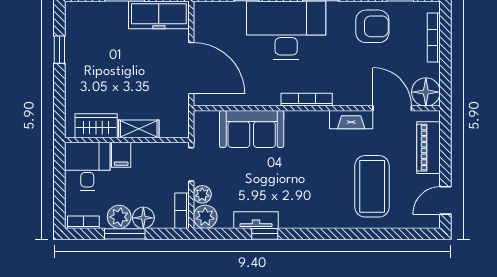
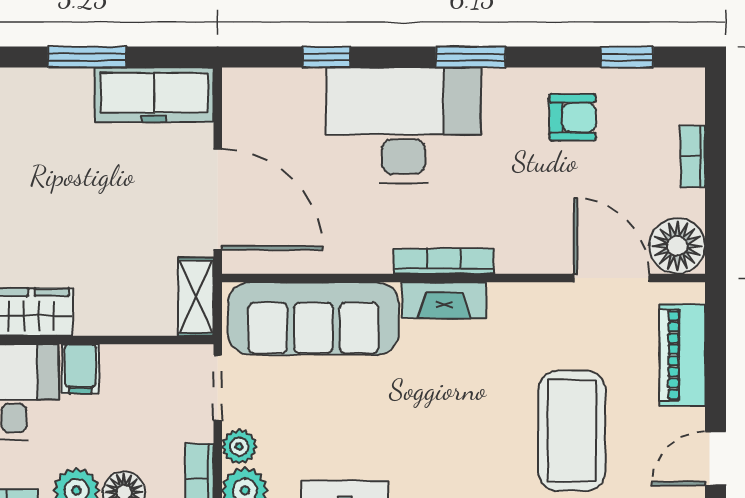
armchair: (372, 26) -> (573, 117), width x0.72, depth x0.72
bookcase: (434, 37) -> (693, 157), width x0.64
fireplace: (351, 120) -> (444, 300), moved
shelving: (139, 129) -> (196, 297), moved, turned 90
sofa: (252, 129) -> (313, 318), width x1.36

